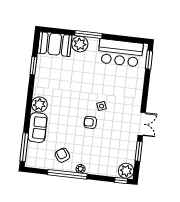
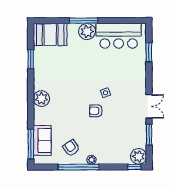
plant: (80, 44) -> (87, 32), moved
window: (149, 60) -> (149, 52), moved
sofa: (37, 128) -> (42, 140), moved

